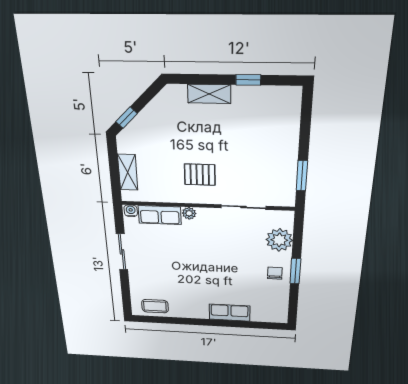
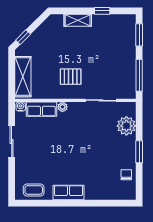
window: (306, 118) -> (139, 35), added
shelving: (128, 172) -> (23, 77), width x1.50, depth x1.33
window: (302, 176) -> (139, 75), width x1.44
chair: (275, 273) -> (126, 175), moved
row of seats: (229, 313) -> (68, 192), moved

